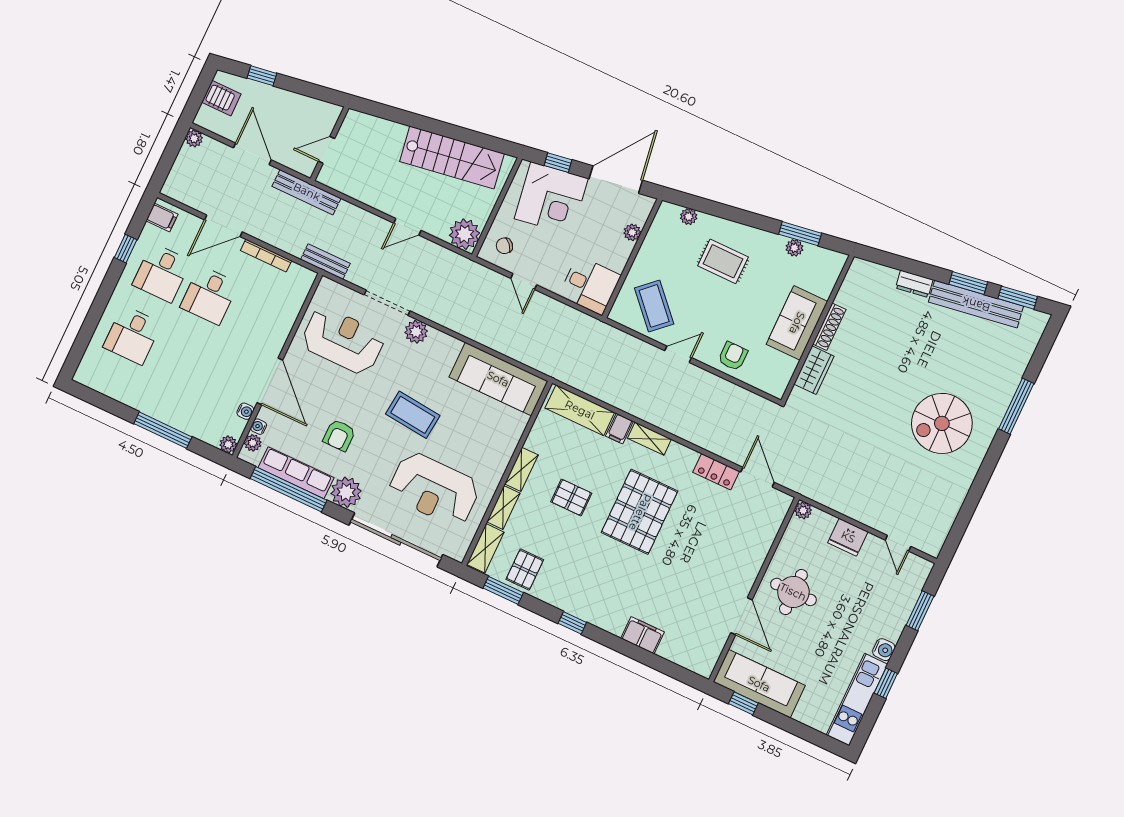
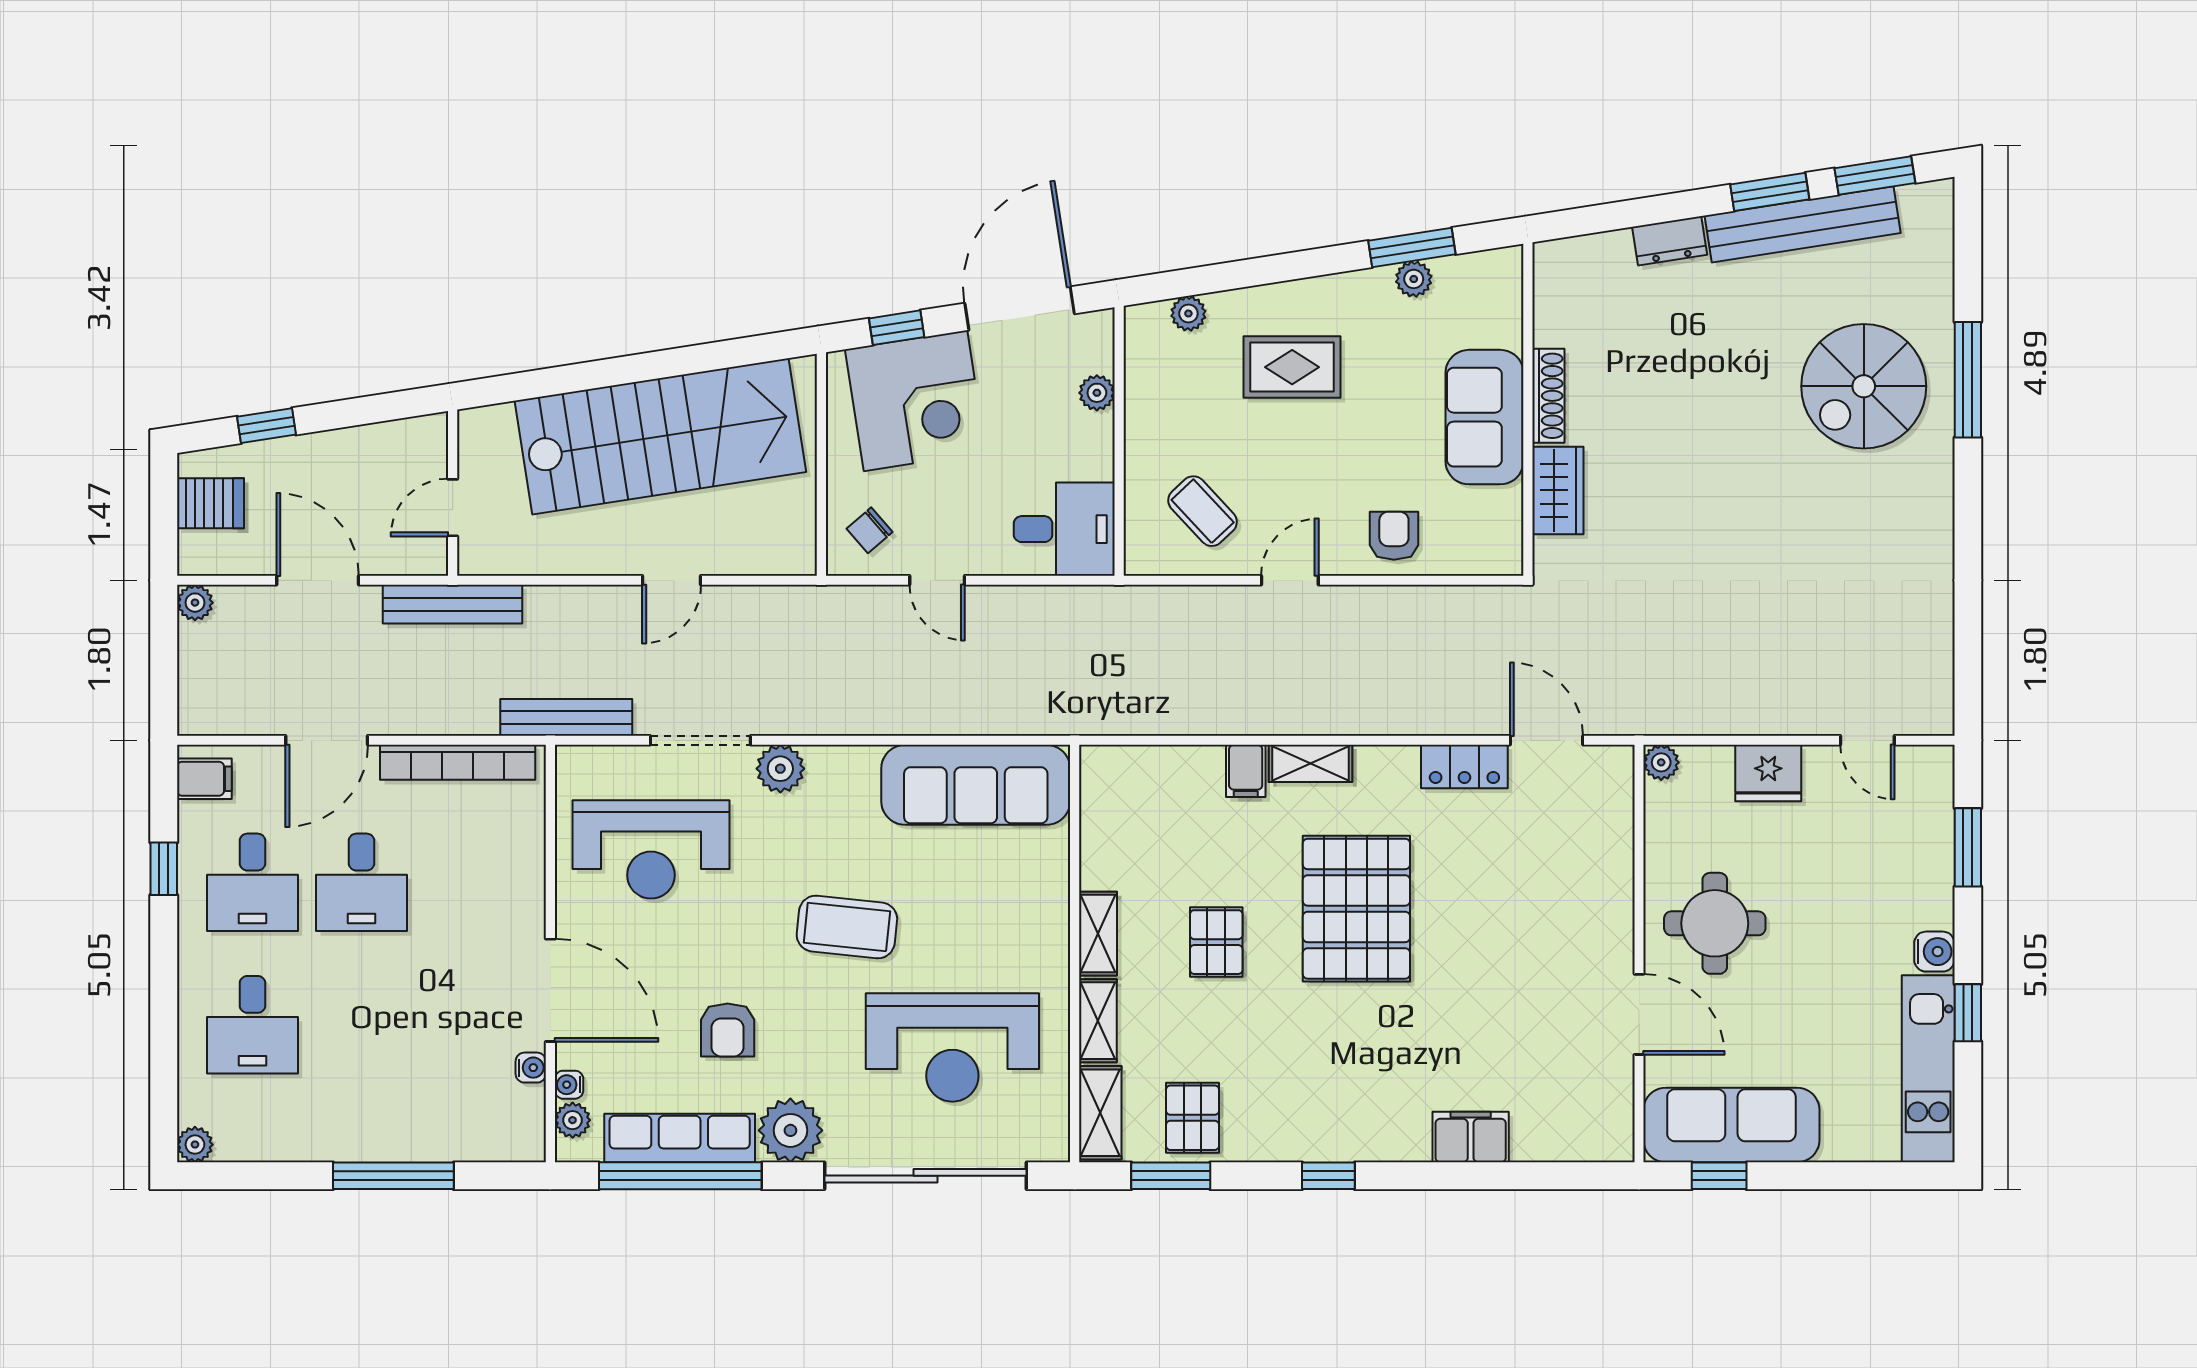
stairs: (452, 158) -> (660, 436), width x1.36, depth x1.51
plant: (465, 234) -> (785, 544), removed
bookcase: (266, 255) -> (458, 762), width x1.48, depth x1.31
bench: (325, 262) -> (566, 717), width x1.36
coffee table: (654, 306) -> (1203, 511), width x0.73, depth x0.77
reception desk: (343, 340) -> (651, 849), turned 180
shelving: (580, 410) -> (1155, 771), removed
spiral stairs: (942, 423) -> (1864, 386), moved
plant: (228, 444) -> (195, 1145), moved
pallet: (571, 497) -> (1216, 942), turned 90

